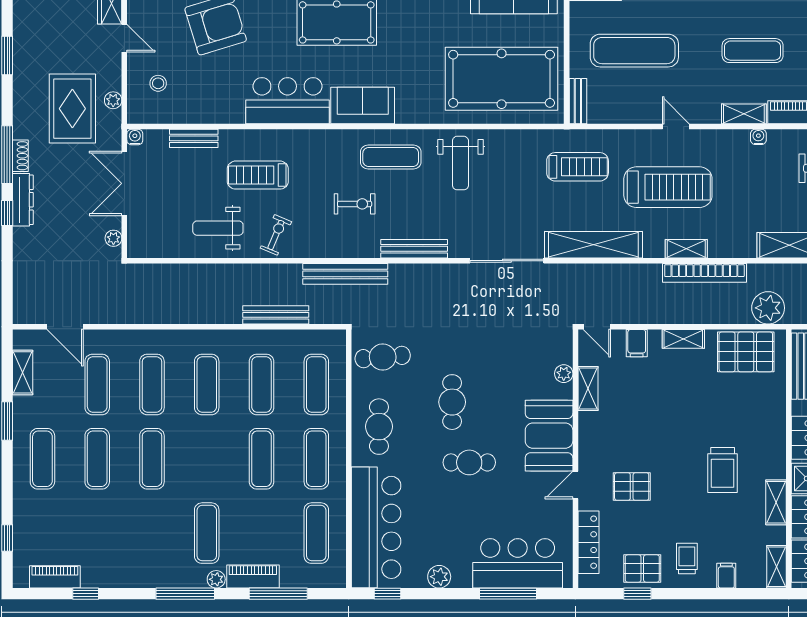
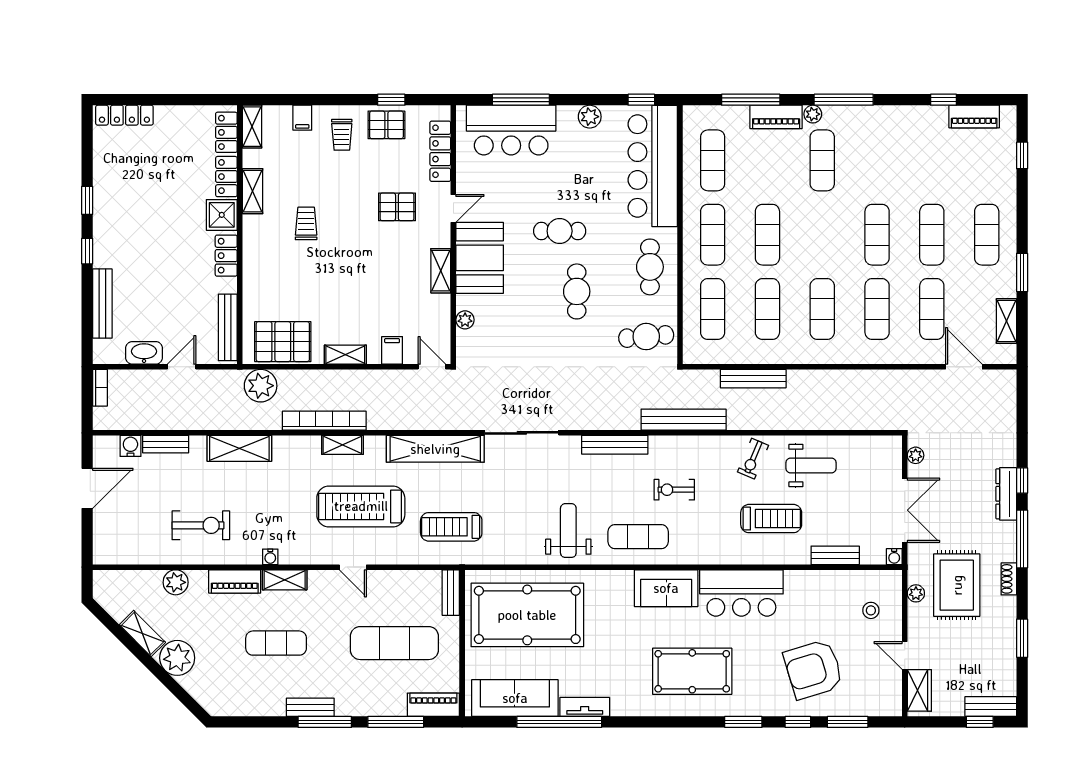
shoe rack: (20, 156) -> (1009, 579), moved
shelving: (588, 389) -> (441, 271), moved
trolley: (723, 470) -> (306, 223), width x0.73, depth x0.72

